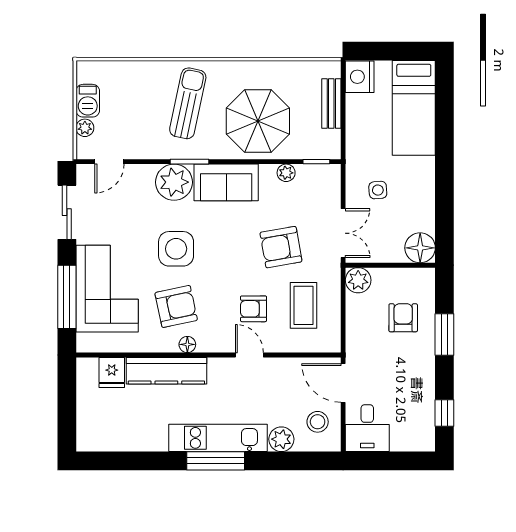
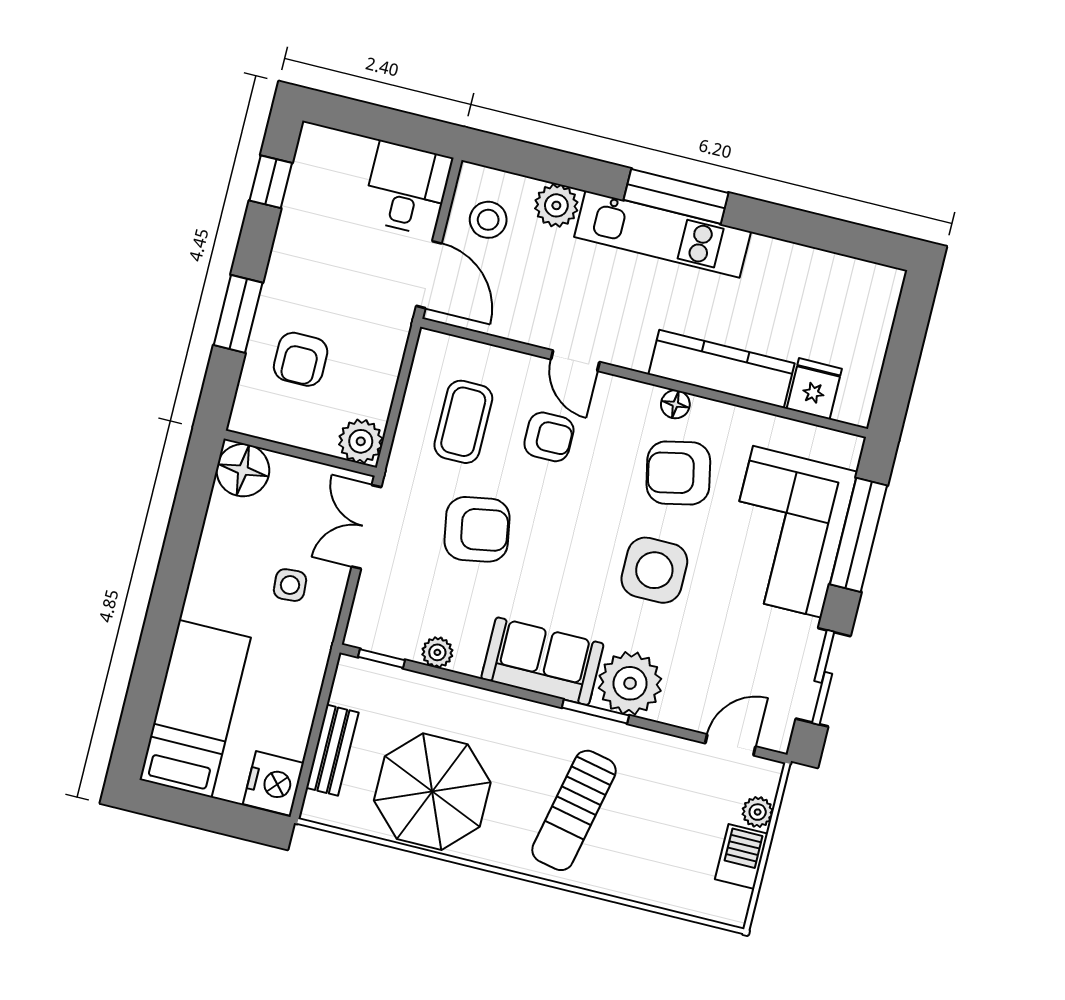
parasol: (258, 121) -> (432, 792), moved

